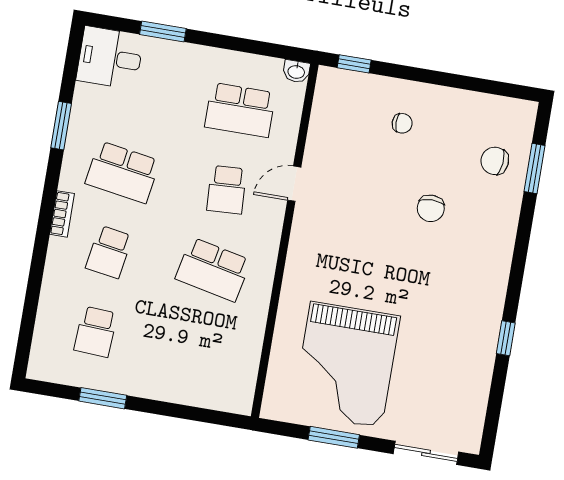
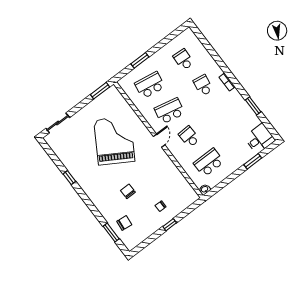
window: (354, 64) -> (170, 225), moved
school desk: (123, 172) -> (150, 85), moved
door: (294, 184) -> (159, 141), moved
grand piano: (346, 365) -> (114, 141), moved, turned 31
window: (103, 398) -> (140, 60), moved
window: (334, 437) -> (100, 91), moved

